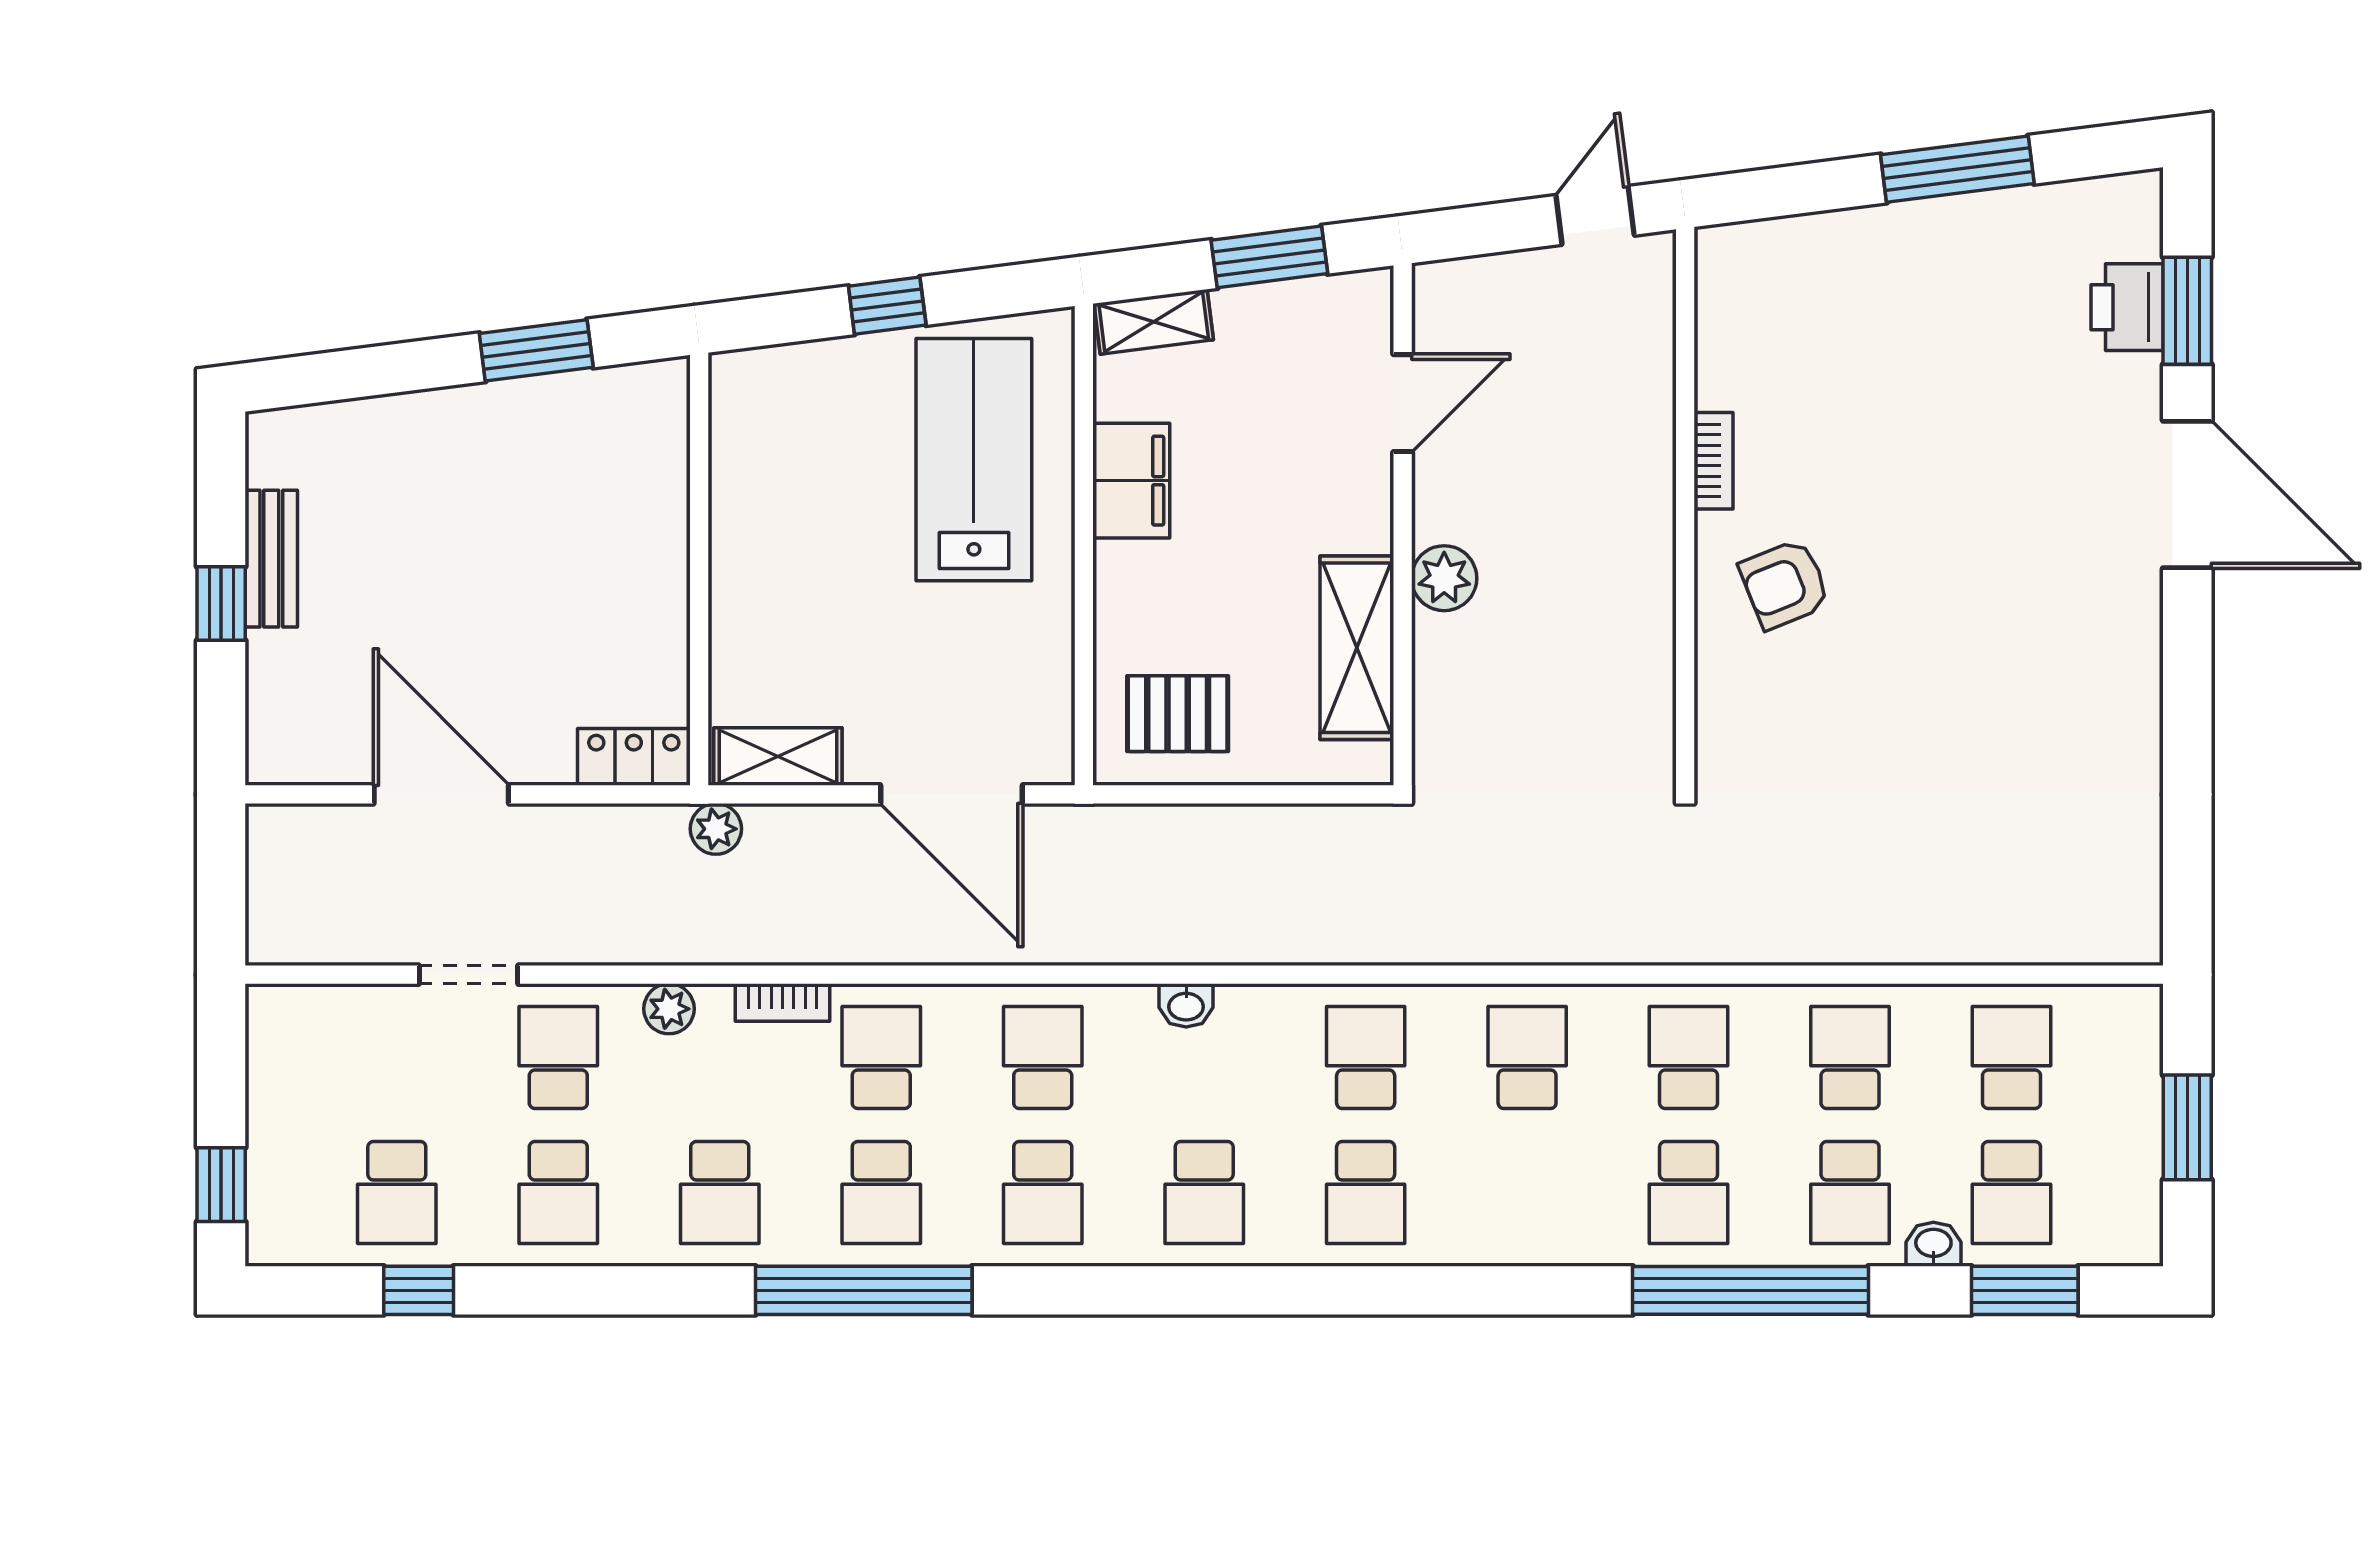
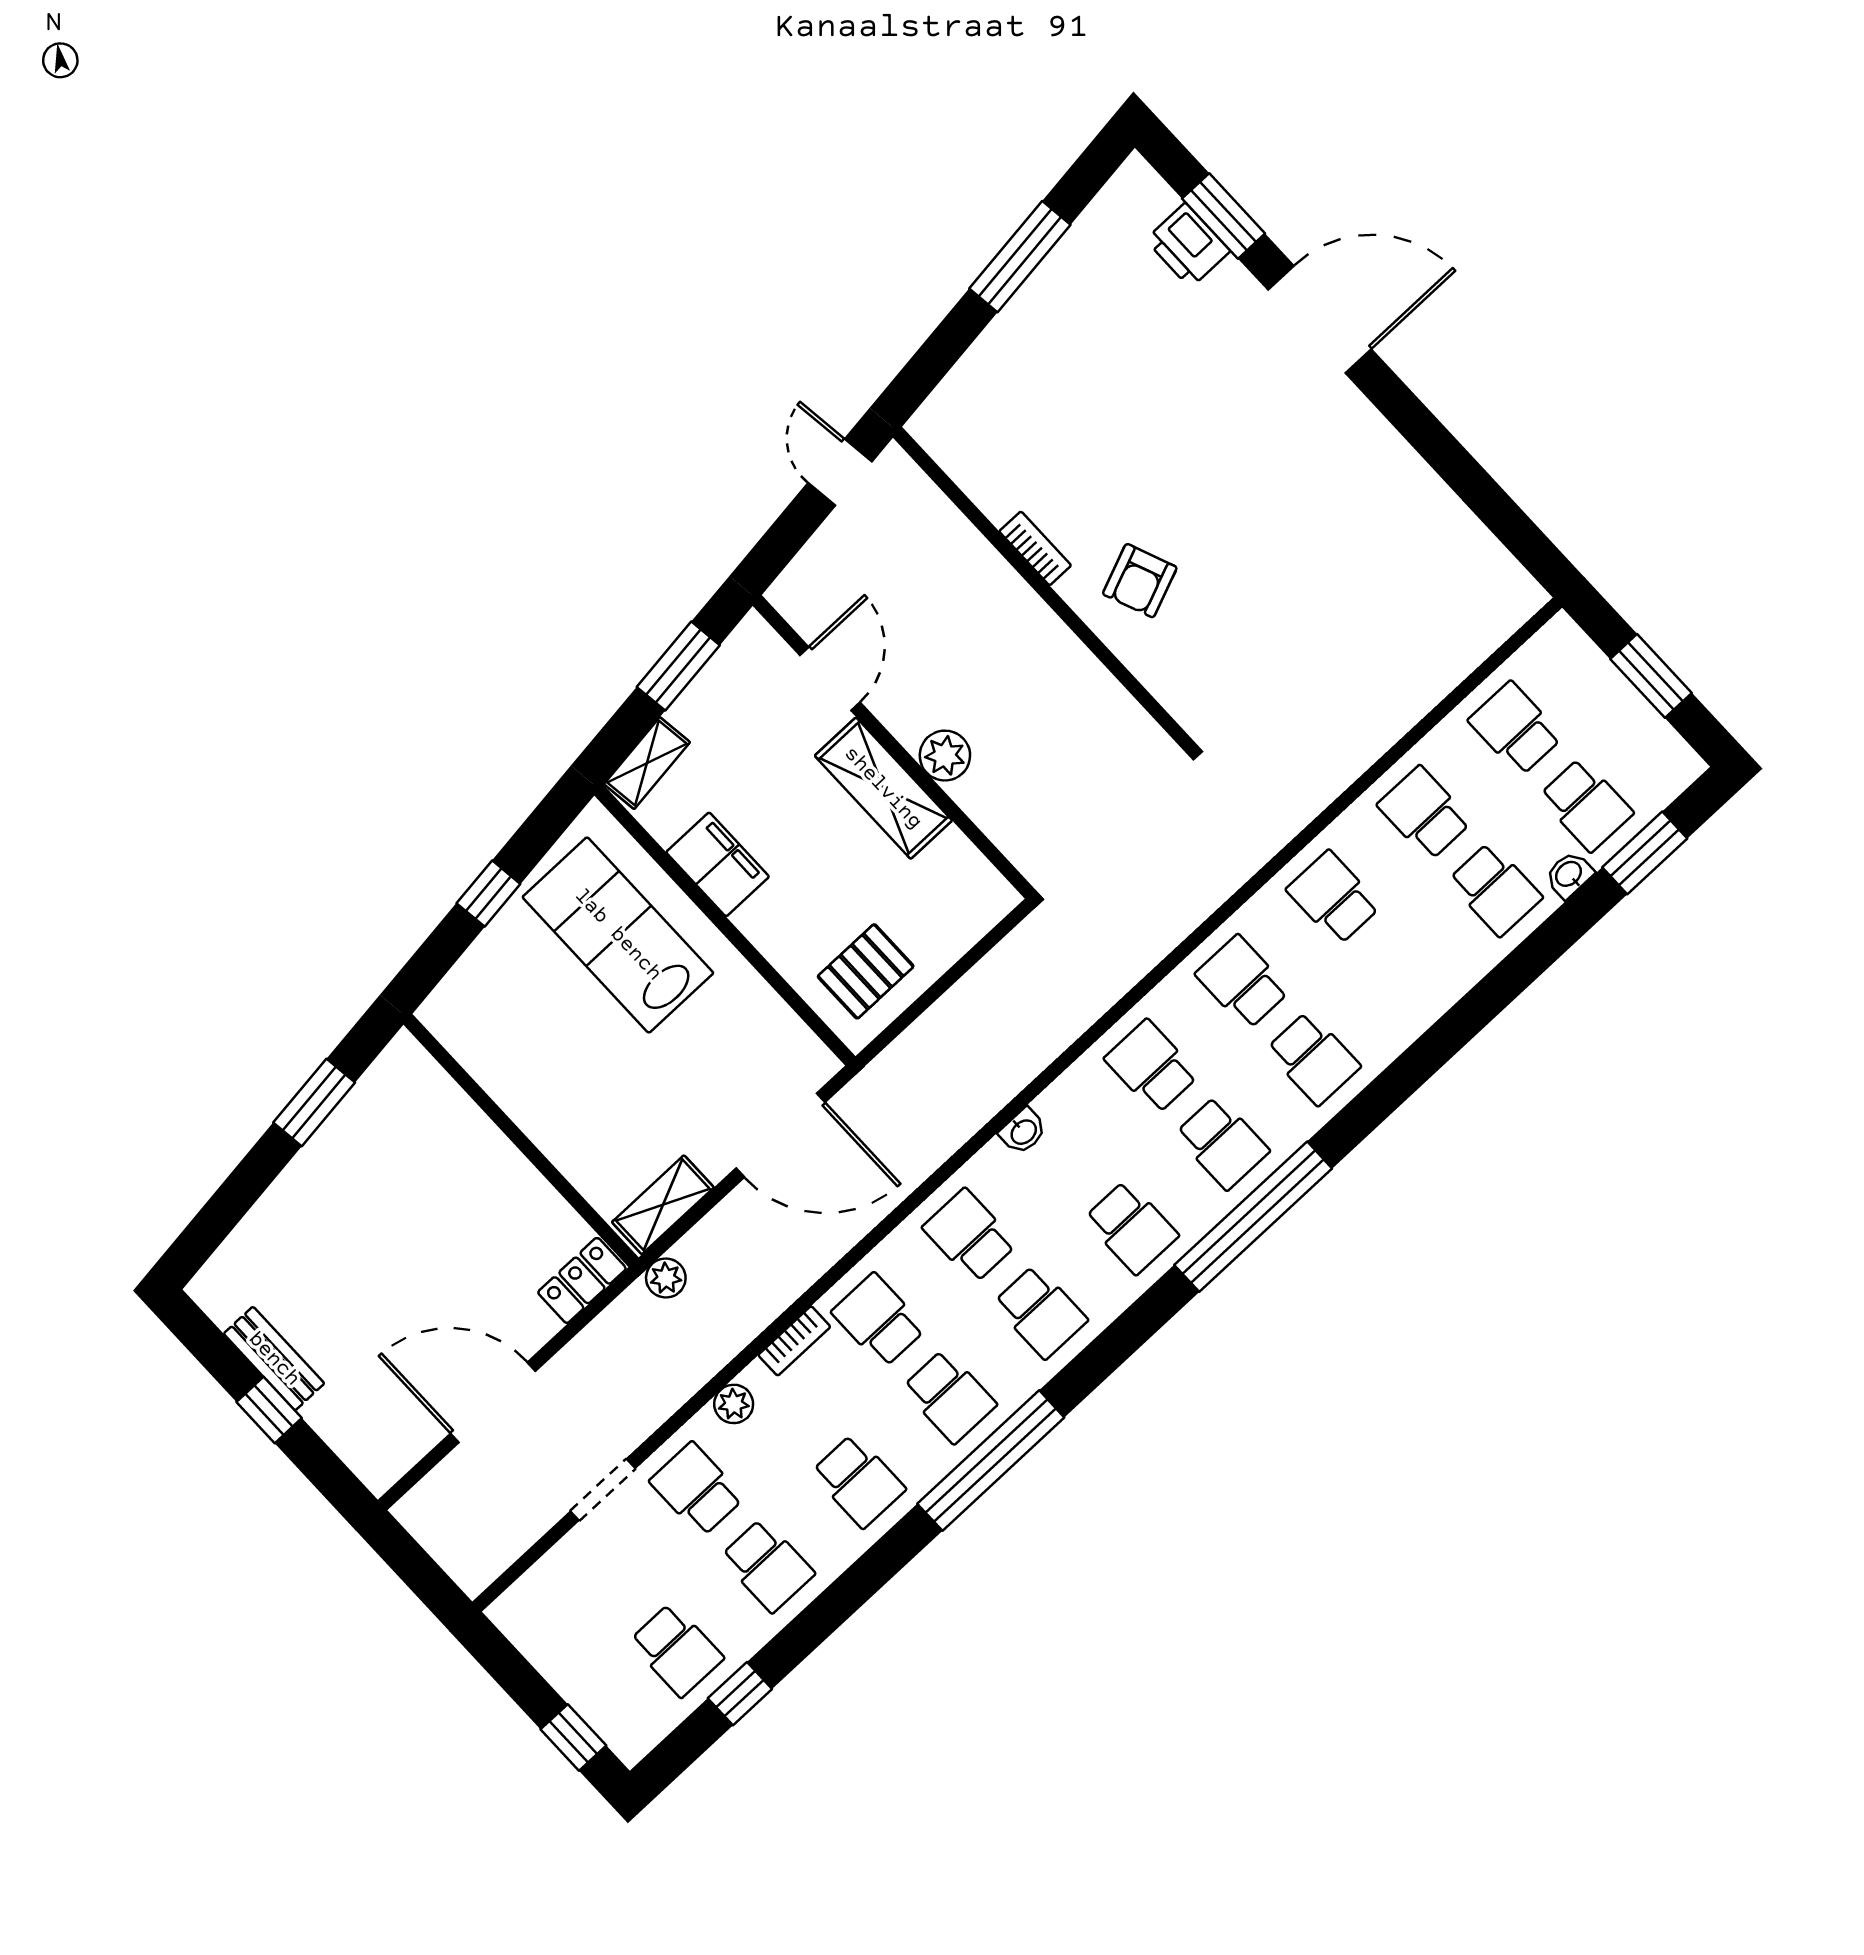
shelving: (1357, 648) -> (883, 788), moved
school desk: (1689, 1192) -> (1313, 1058), moved
window: (1751, 1290) -> (1253, 1217), moved

